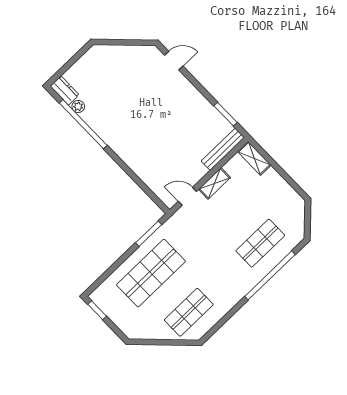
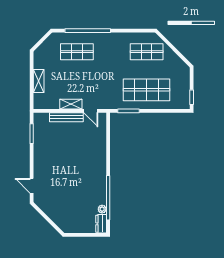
bench: (223, 149) -> (66, 117), moved
shelving: (254, 158) -> (39, 81), moved

